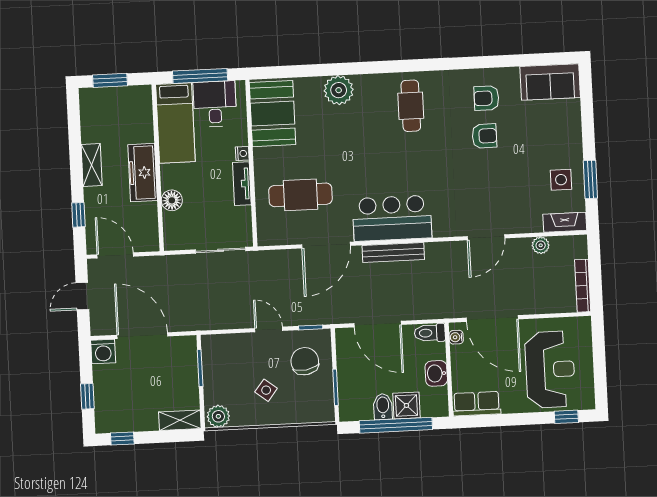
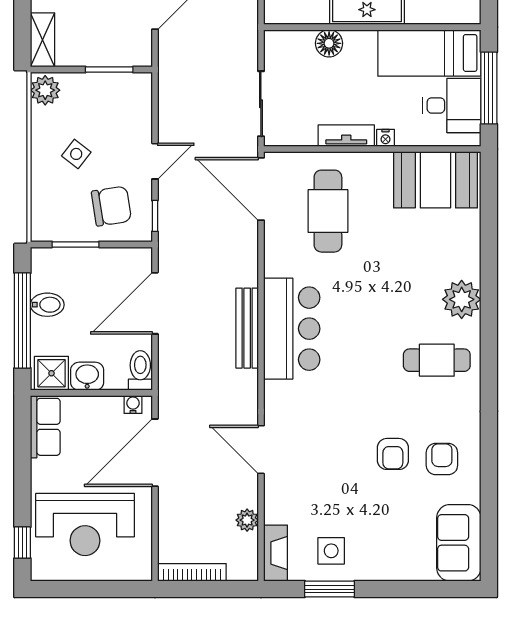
plant: (339, 90) -> (462, 299), moved
door: (326, 245) -> (261, 189), moved
shower: (406, 405) -> (51, 373), moved

